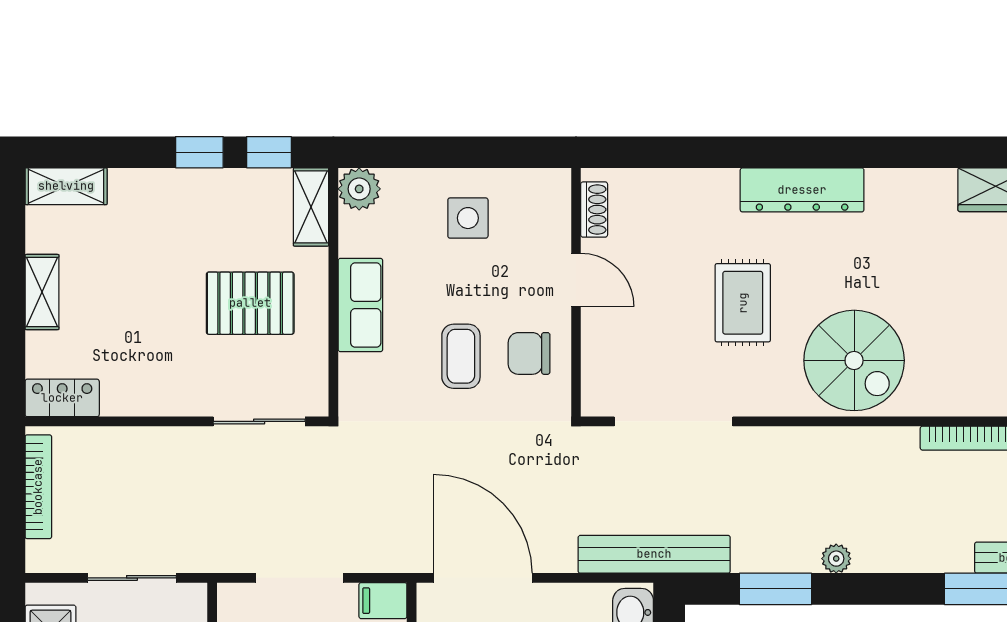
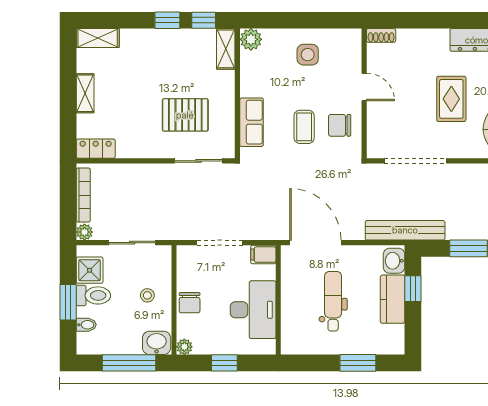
shoe rack: (594, 210) -> (381, 35), moved, turned 90
pallet: (250, 303) -> (185, 115), moved
row of seats: (360, 305) -> (252, 122), moved
plant: (41, 558) -> (84, 232), added

